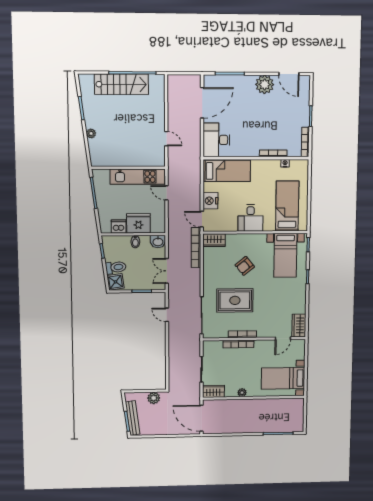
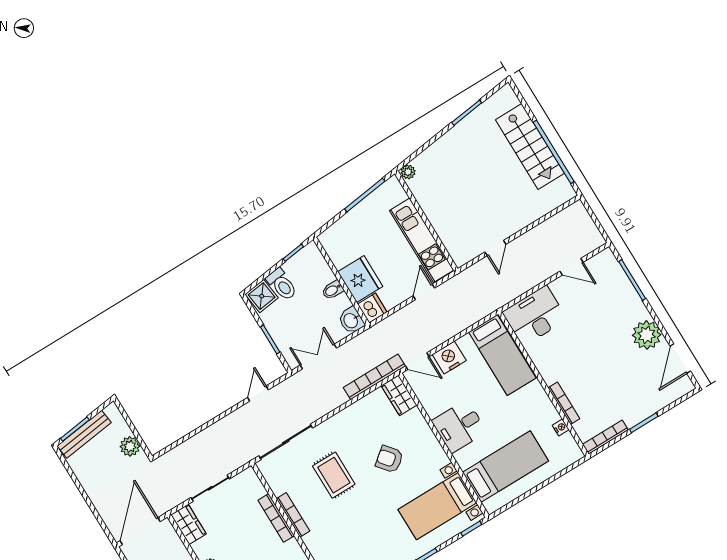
door: (202, 103) -> (571, 267), width x0.53
plant: (91, 133) -> (408, 172), moved
door: (202, 219) -> (417, 361), swing flipped
dishwasher: (119, 226) -> (372, 308), moved
rug: (235, 300) -> (334, 475), width x0.73, depth x0.70

